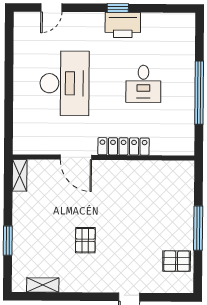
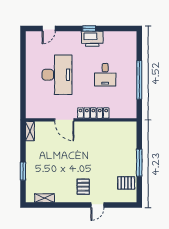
pallet: (85, 240) -> (83, 187), moved

